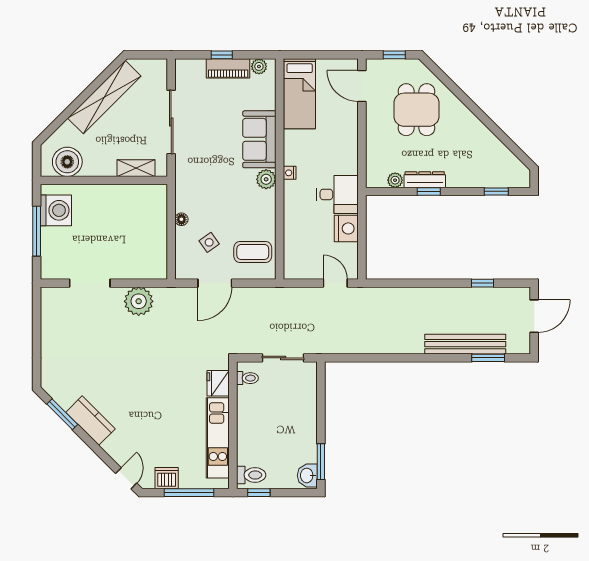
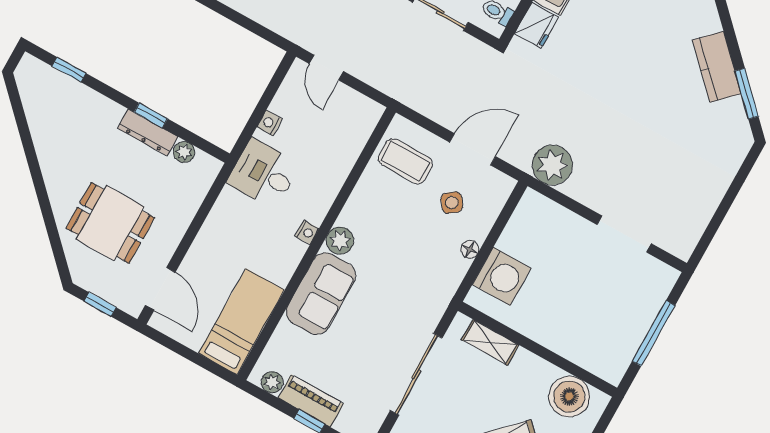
dining table: (416, 110) -> (110, 223), turned 90
washing machine: (56, 210) -> (502, 276), moved, turned 180
nightstand: (346, 228) -> (270, 123), width x0.53, depth x0.56
plant: (139, 301) -> (552, 165), moved

